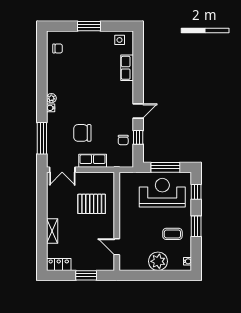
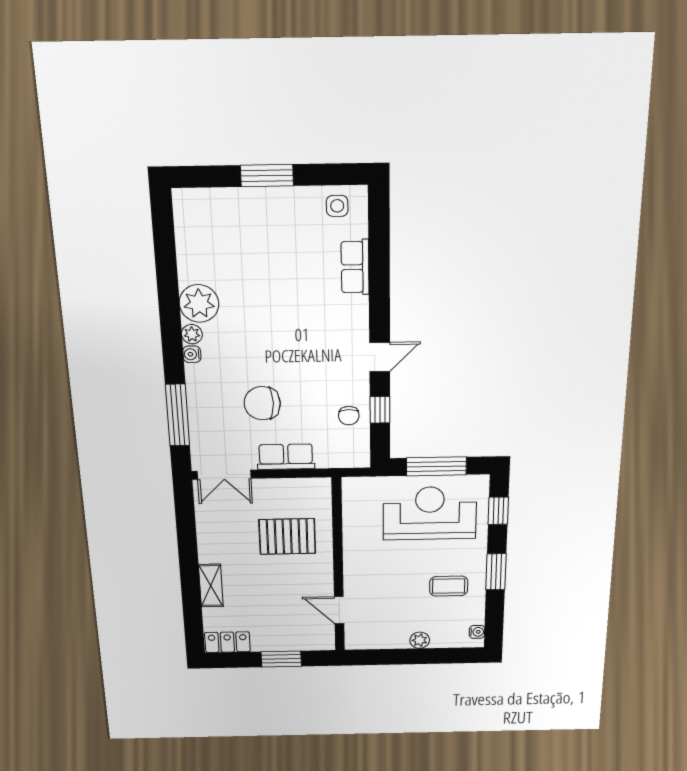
chair: (58, 48) -> (199, 227), removed
plant: (56, 84) -> (199, 303), added
plant: (158, 261) -> (420, 640), width x0.53, depth x0.53

